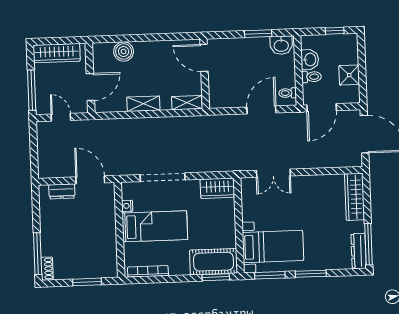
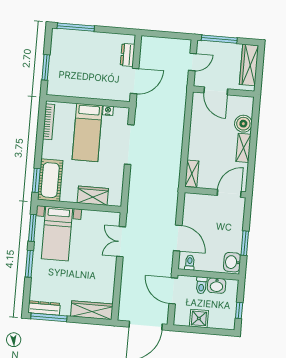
shelving: (143, 104) -> (243, 148), moved
wardrobe: (217, 188) -> (93, 196), moved, turned 90
shoe rack: (47, 269) -> (62, 34), removed

